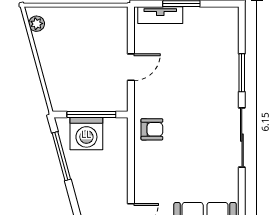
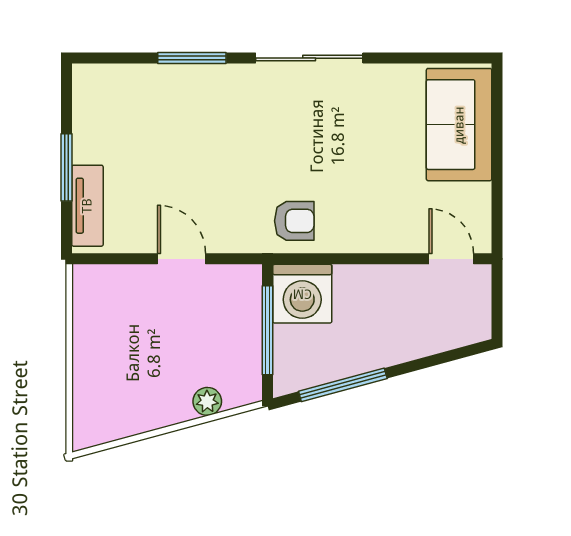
plant: (37, 24) -> (207, 401), moved
armchair: (152, 129) -> (294, 221), turned 90
washing machine: (86, 134) -> (302, 294), moved, turned 90

